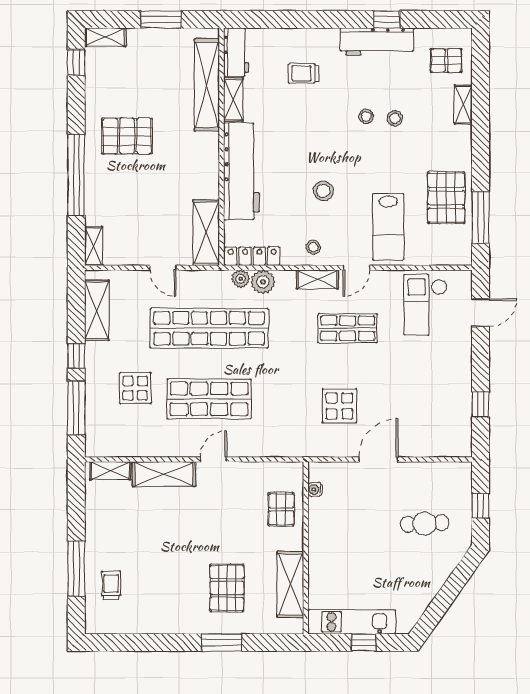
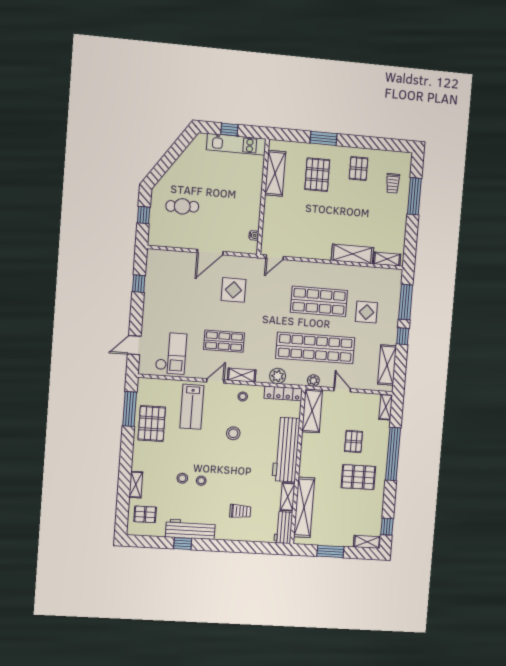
pallet: (139, 190) -> (354, 441), added
lab bench: (388, 227) -> (192, 407), turned 180
plant: (241, 279) -> (313, 381), moved
door: (213, 459) -> (275, 257), moved
pallet: (281, 509) -> (358, 168), moved

